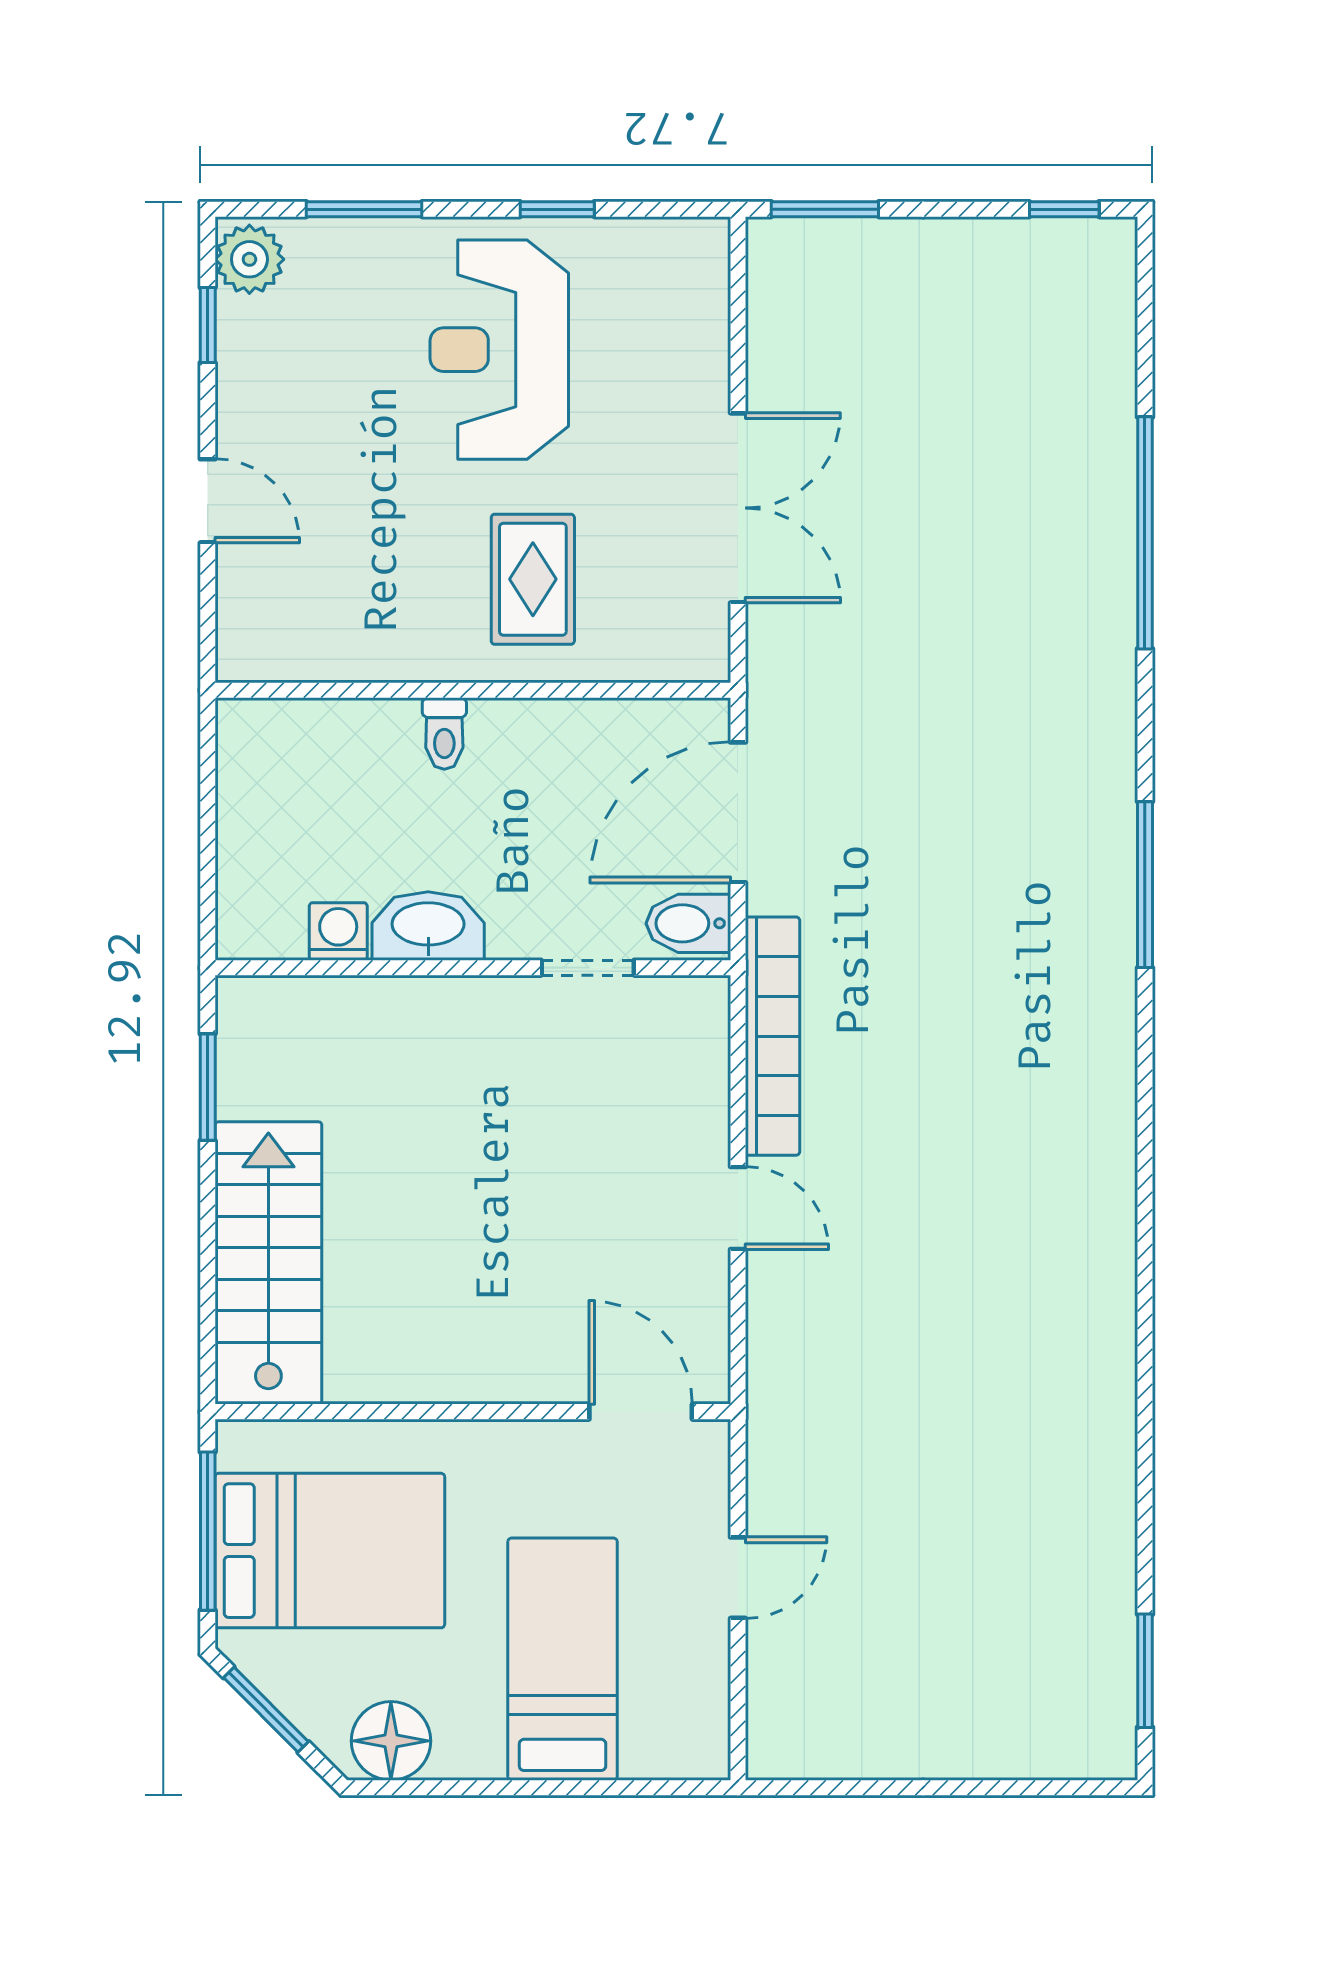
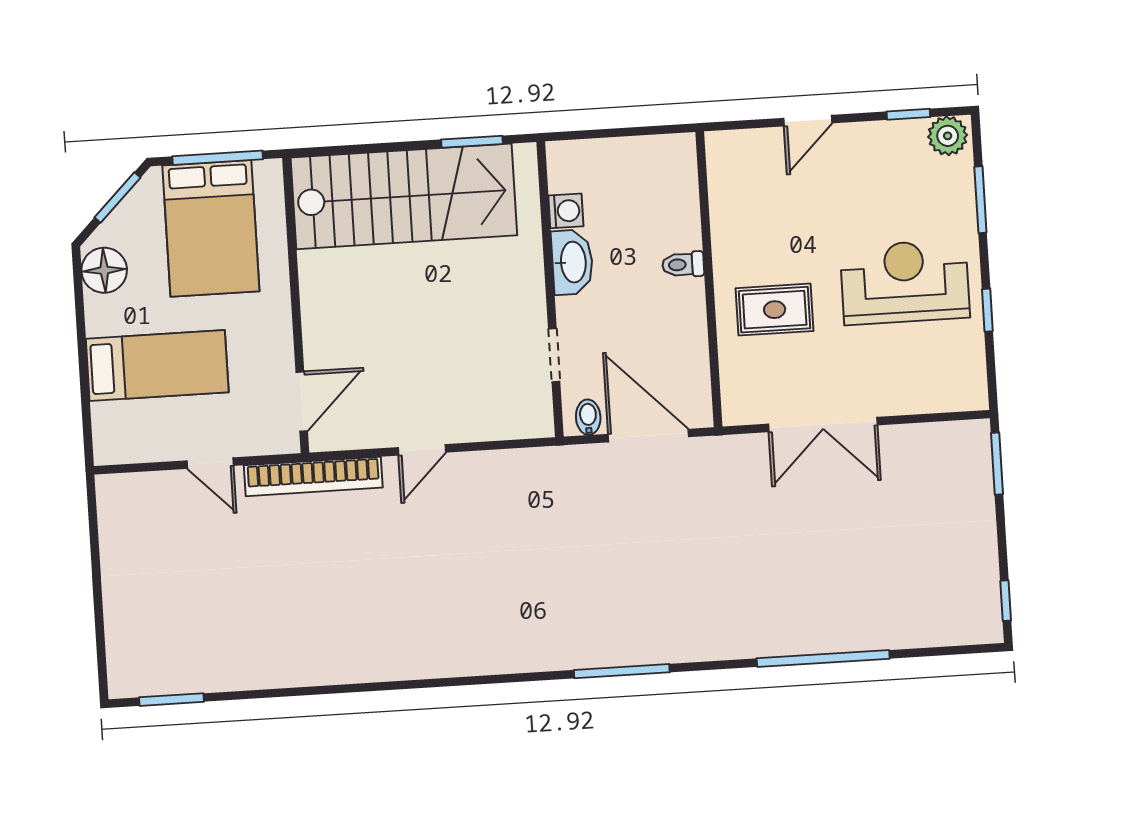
bidet: (688, 923) -> (588, 417), width x0.72, depth x0.74
bookcase: (772, 1036) -> (313, 476), moved
stairs: (268, 1263) -> (404, 196), width x1.36, depth x1.51

